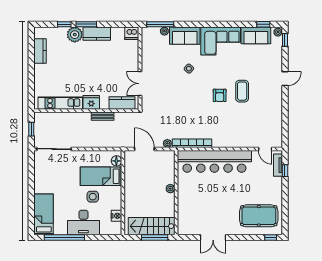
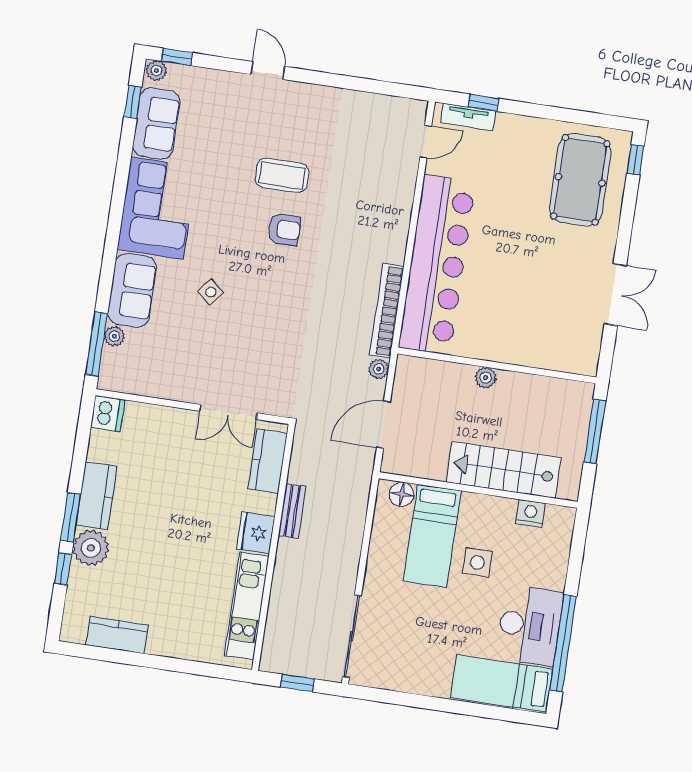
desk: (83, 222) -> (530, 625), moved
stairs: (152, 226) -> (504, 470), moved, turned 90

